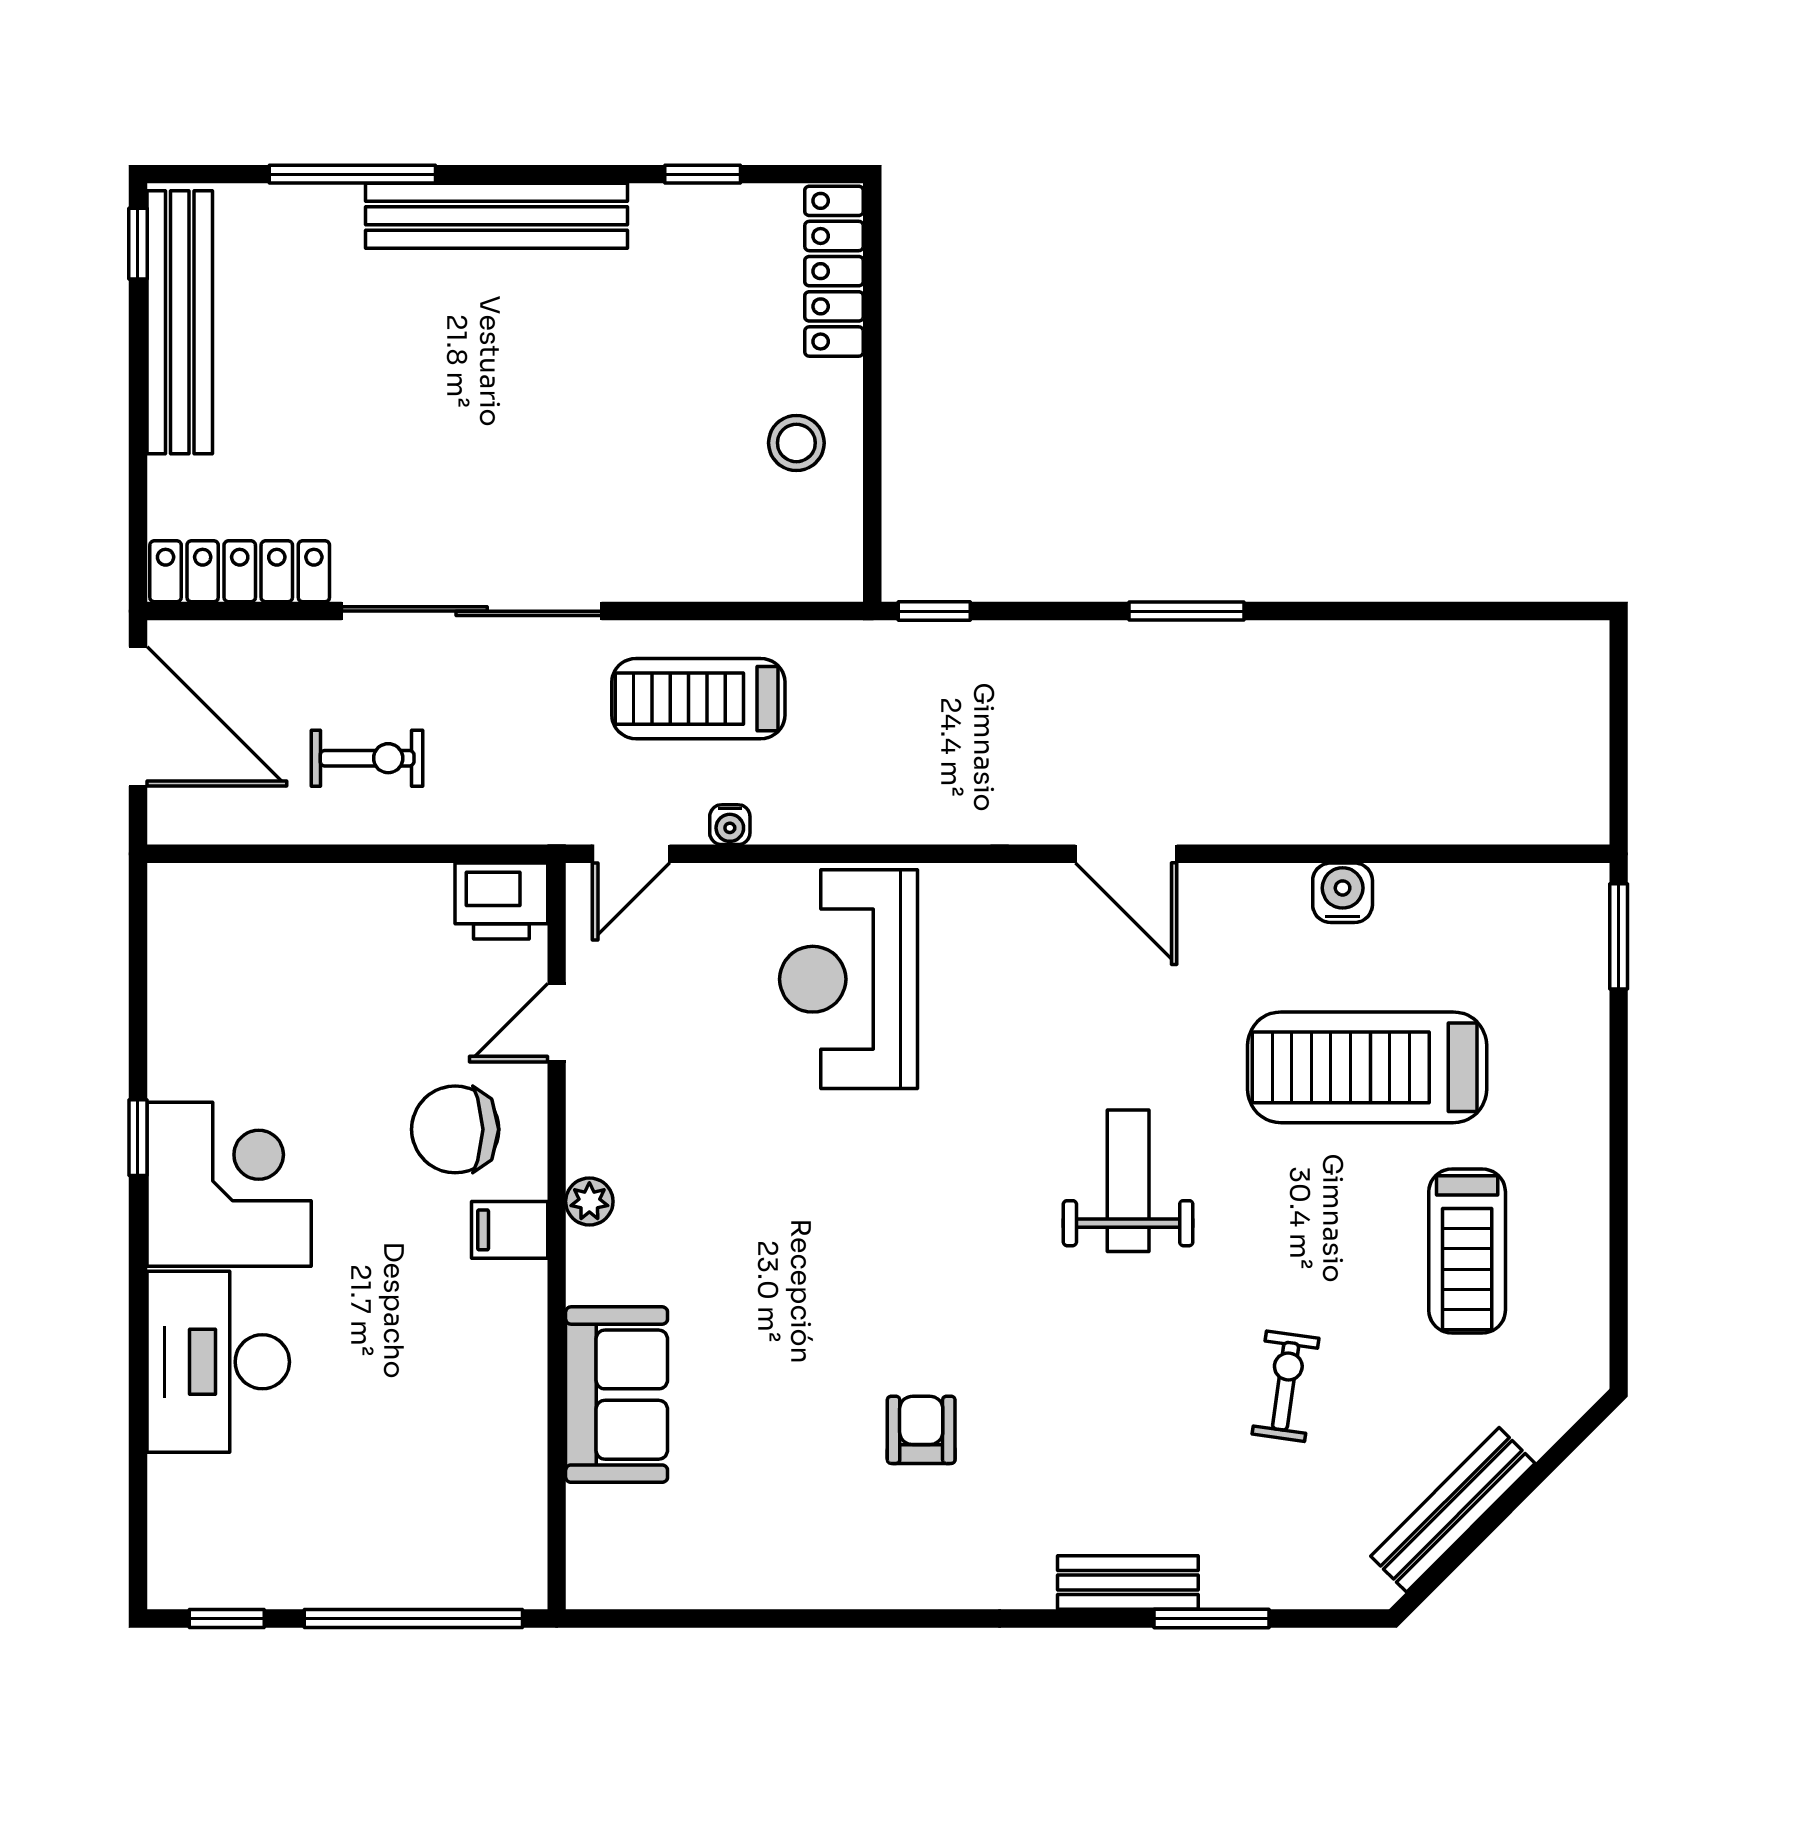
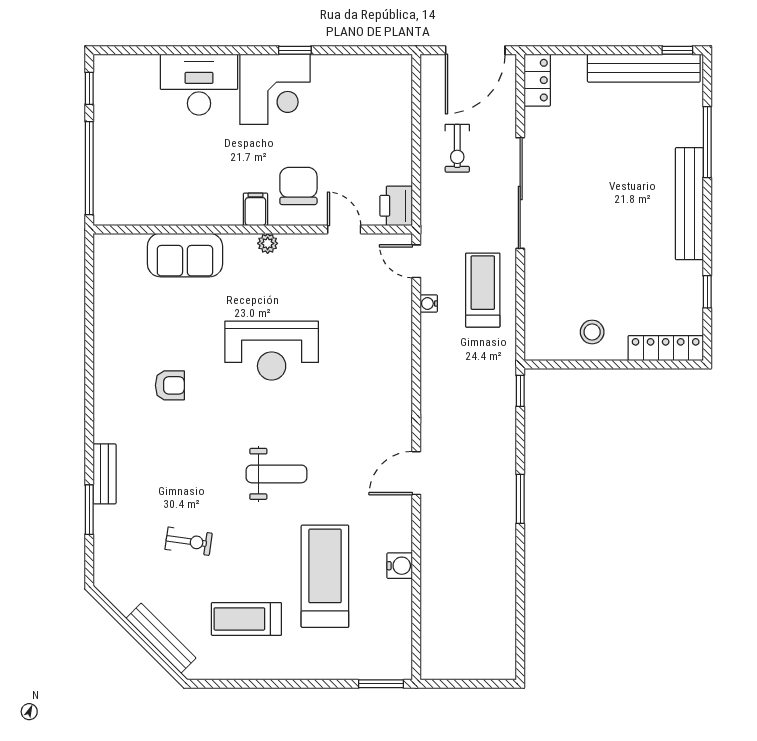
locker: (240, 571) -> (537, 80), width x0.66
reception desk: (849, 979) -> (272, 351), moved, turned 180
bench: (1453, 1510) -> (161, 638), moved

